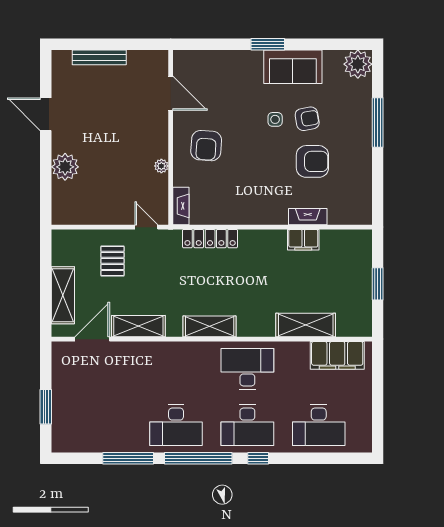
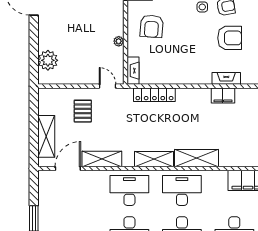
plant: (65, 167) -> (48, 60), moved
shelving: (306, 325) -> (196, 158), moved
desk: (176, 369) -> (129, 190), added

